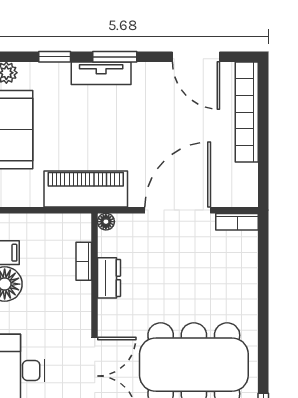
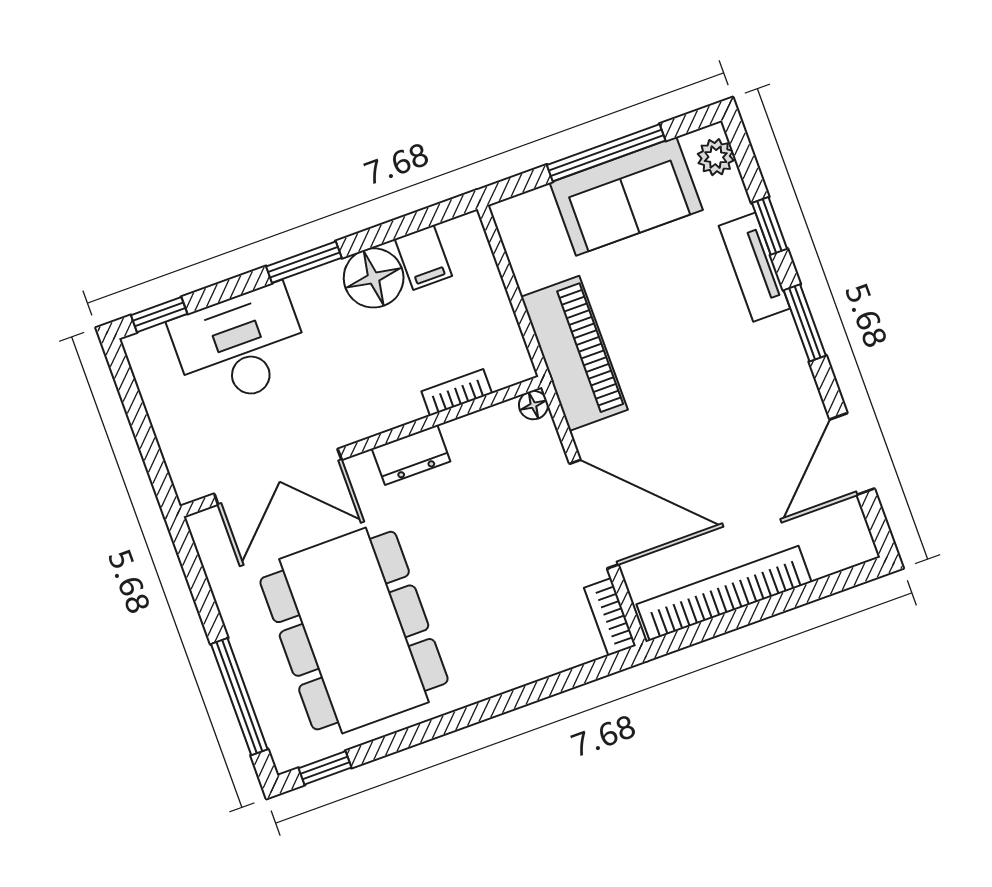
tv unit: (101, 73) -> (754, 267), moved
bookcase: (247, 112) -> (724, 593), moved
dresser: (109, 278) -> (411, 455), moved

